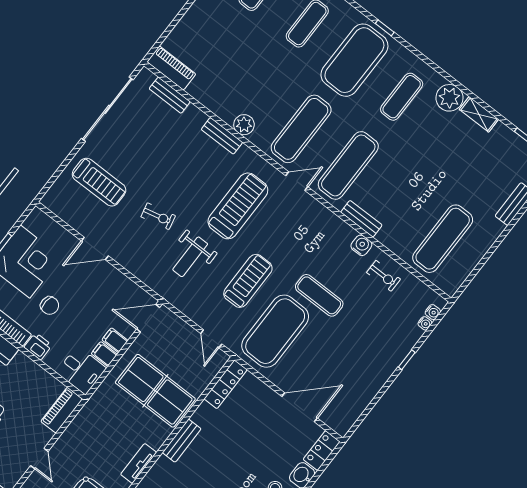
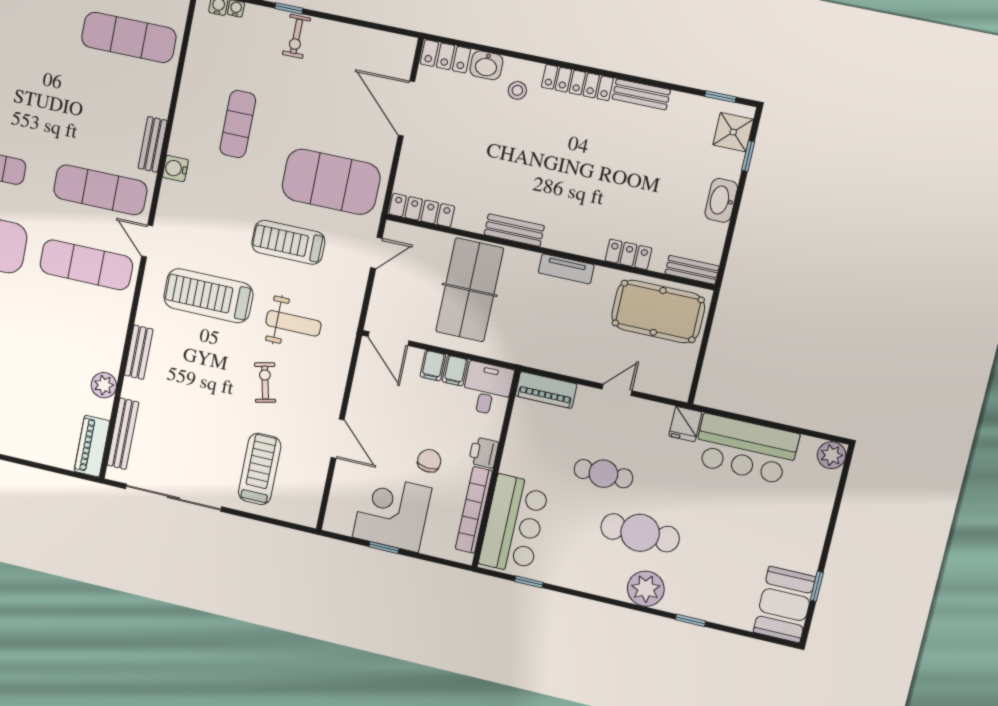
bench: (170, 95) -> (123, 434), width x1.36
plant: (244, 125) -> (104, 385), moved
water cooler: (361, 245) -> (175, 168), moved
exercise bike: (384, 276) -> (296, 36), moved, turned 180
exercise mat: (319, 295) -> (238, 124), moved

